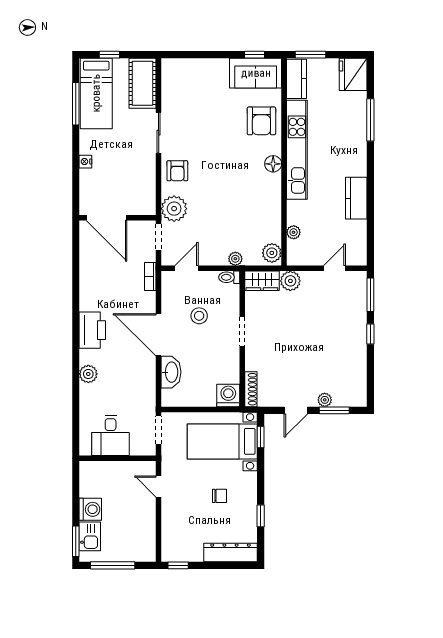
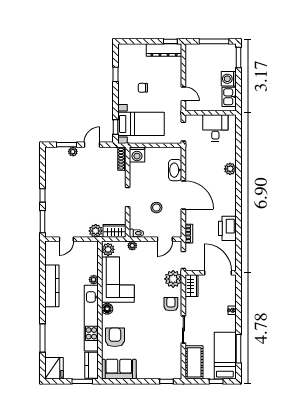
window: (254, 55) -> (166, 381), moved
kitchen counter: (356, 198) -> (52, 286), width x1.50
wardrobe: (146, 199) -> (192, 286), added
corner sofa: (257, 208) -> (118, 280), added
plant: (294, 232) -> (94, 280), moved
printer: (92, 330) -> (227, 228), moved
kitchen sink: (90, 536) -> (229, 97), moved
dresser: (231, 552) -> (164, 50), moved

